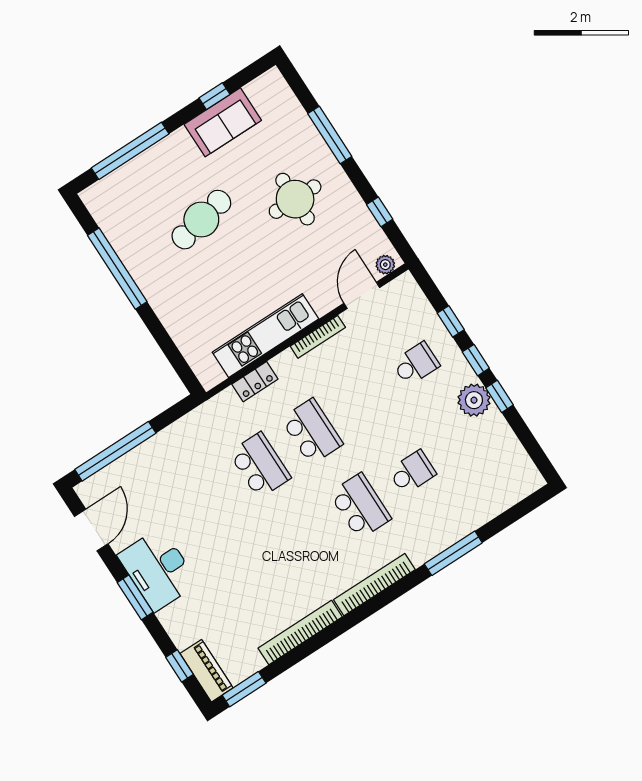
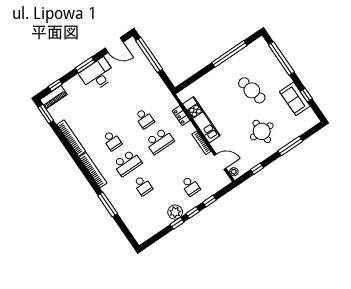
school desk: (260, 465) -> (144, 119), width x0.54
school desk: (308, 540) -> (112, 141), added

